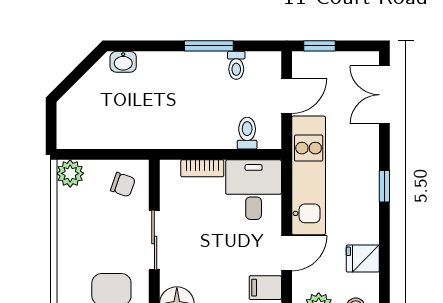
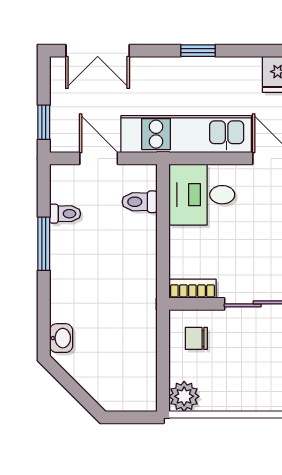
bookcase: (202, 168) -> (192, 289), moved, turned -90
chair: (123, 185) -> (196, 338), turned -109

